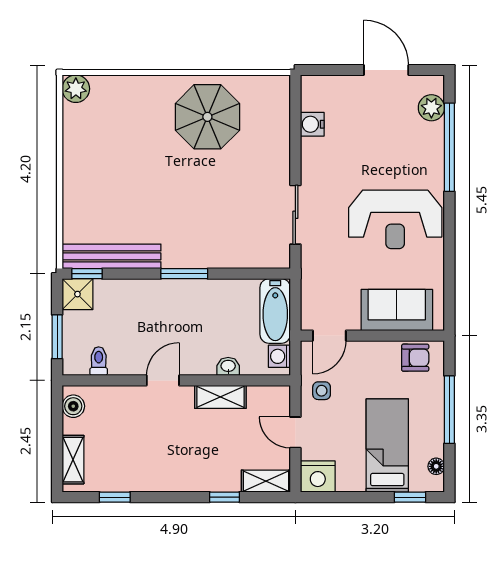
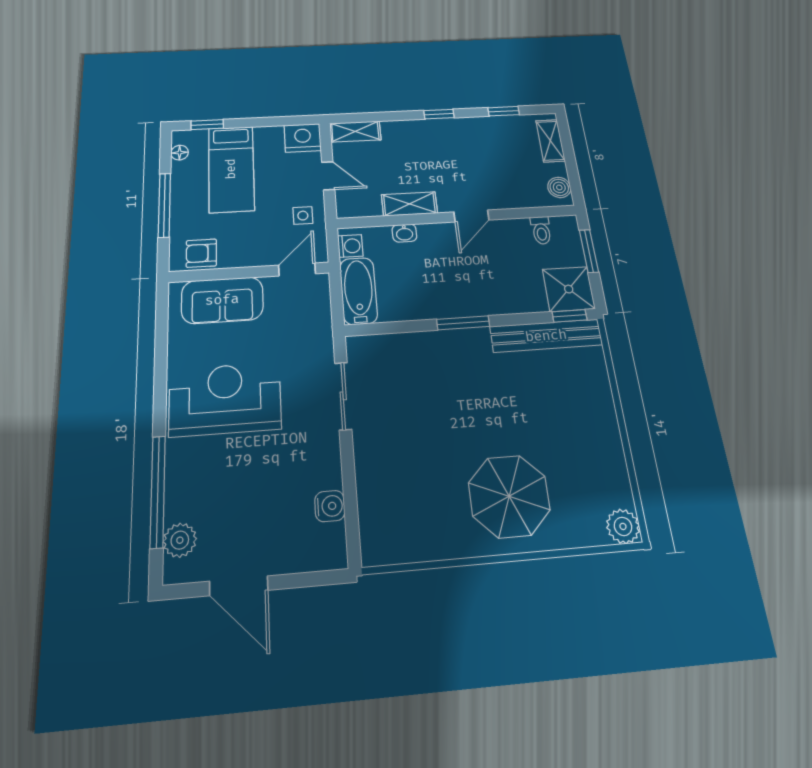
parasol: (207, 117) -> (509, 496), moved
shower: (77, 294) -> (569, 289), width x1.36, depth x1.36
window: (225, 497) -> (439, 114), moved

